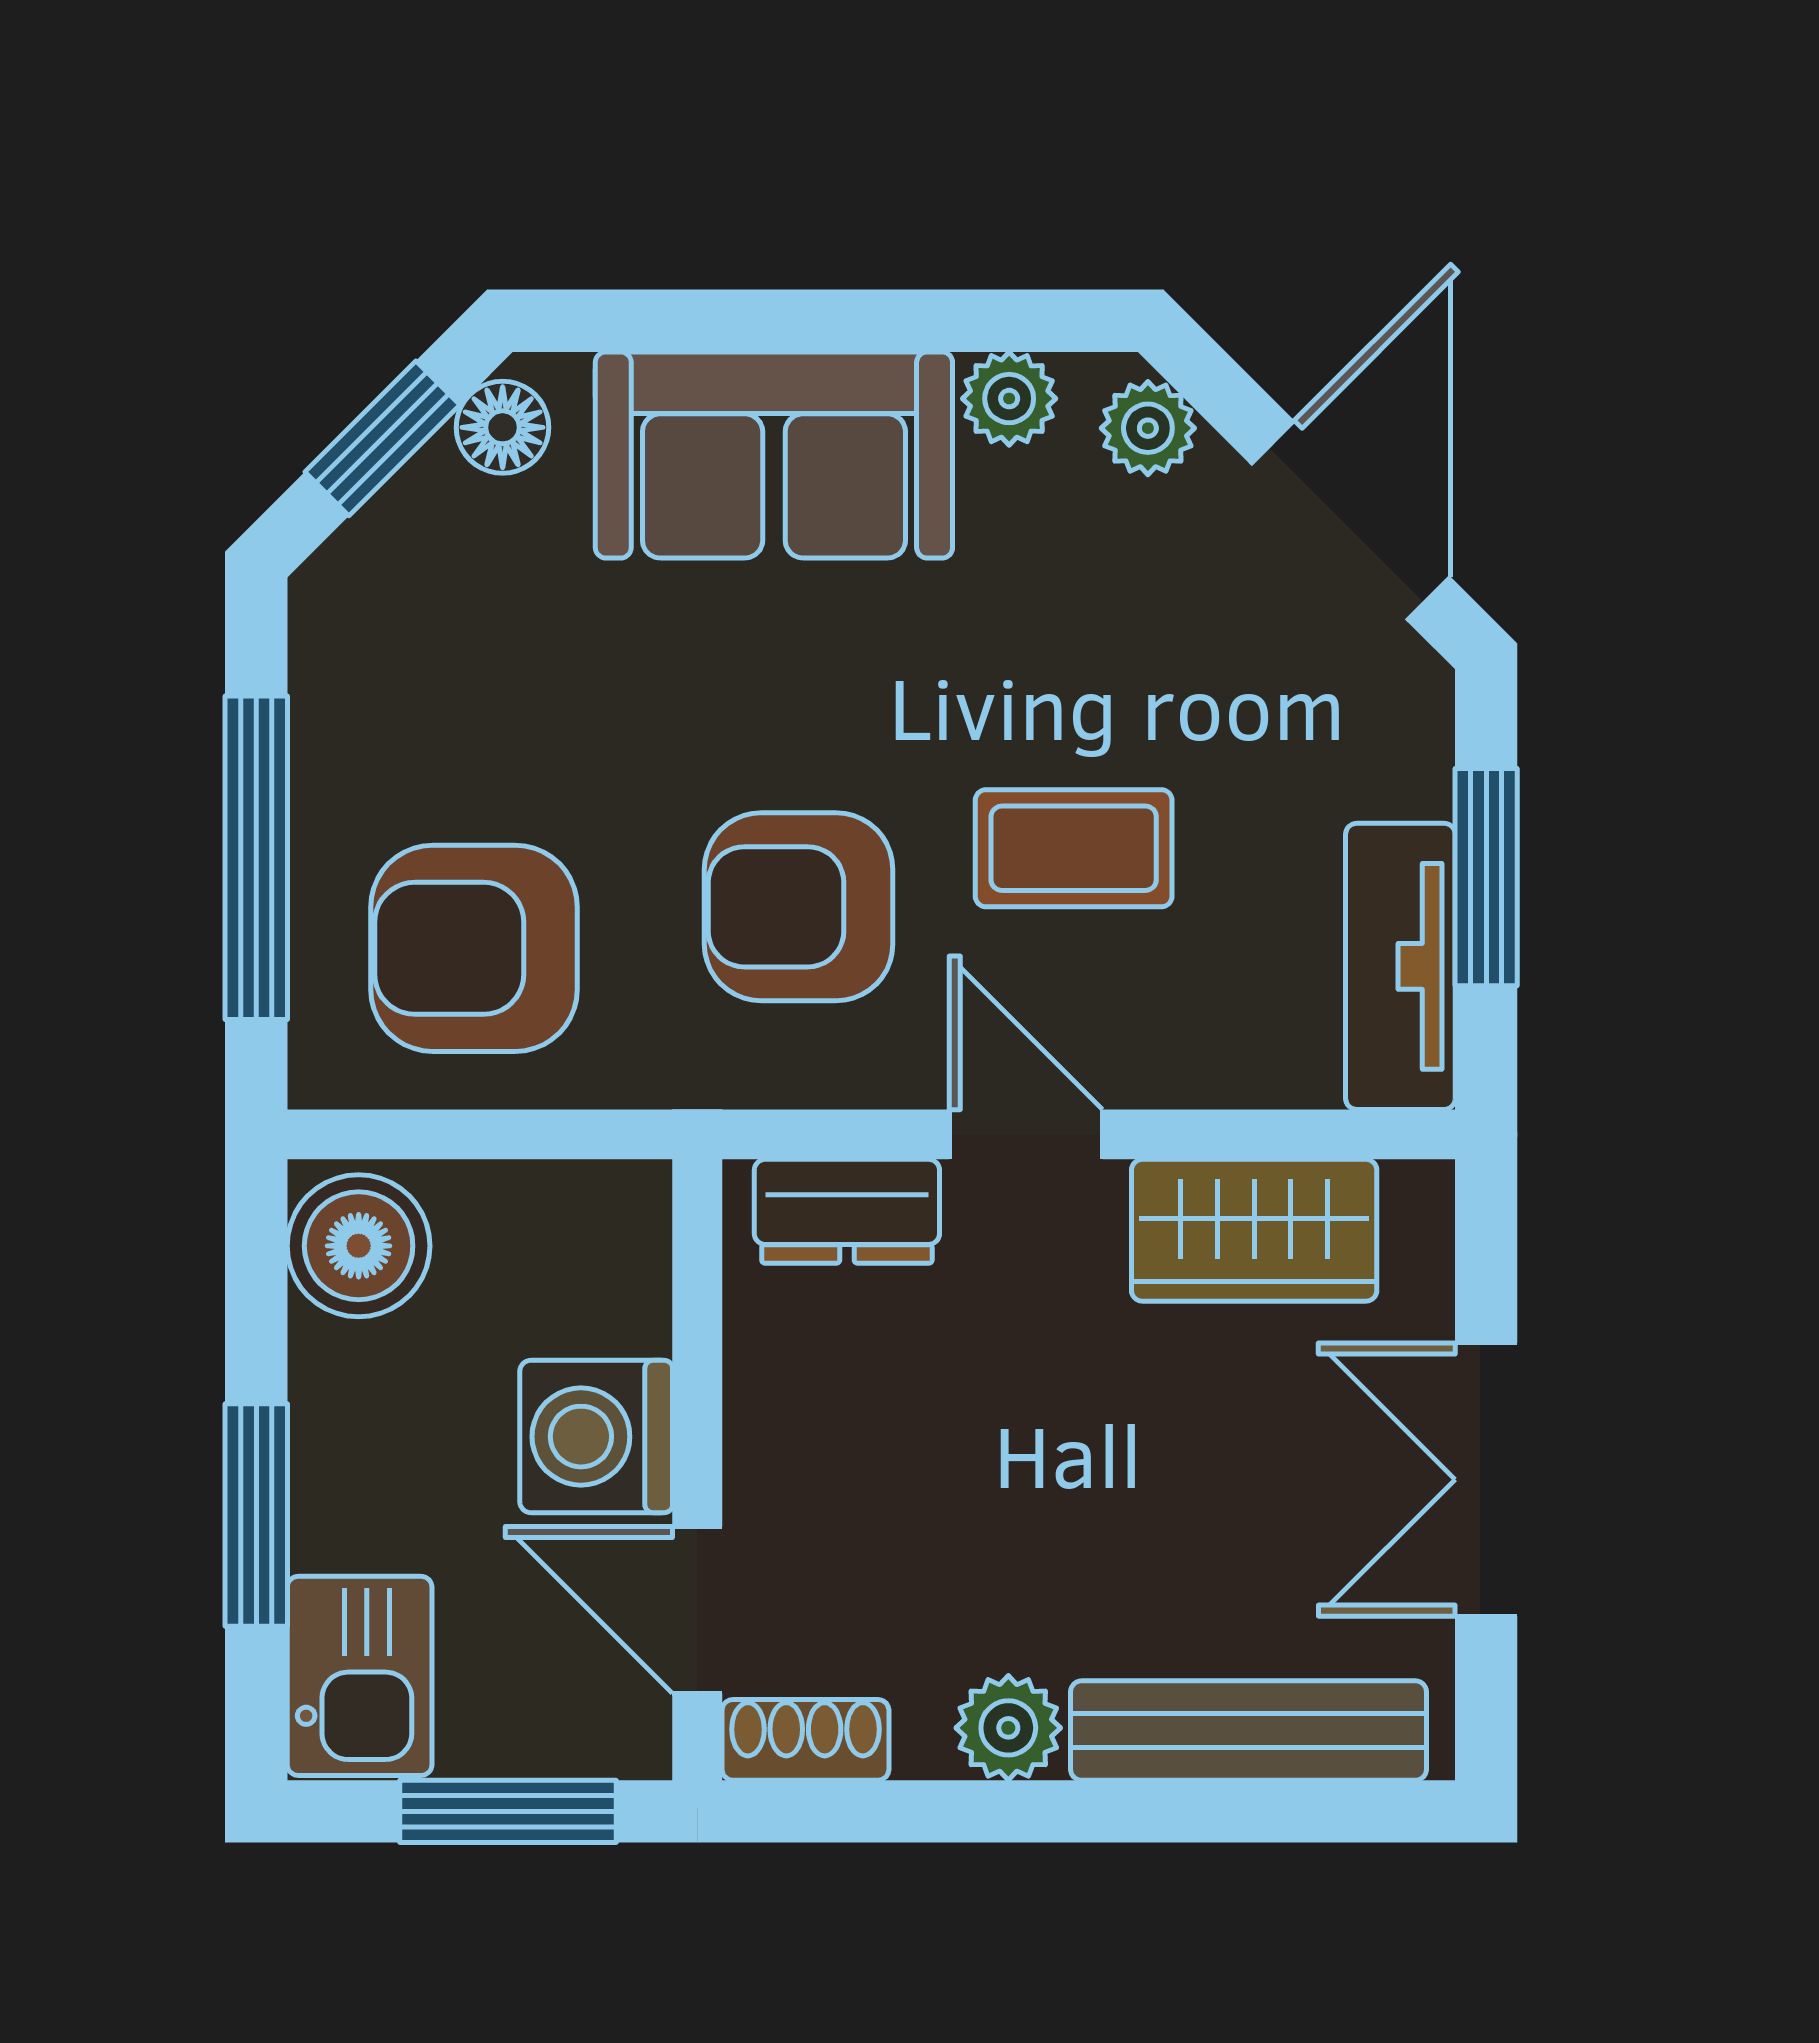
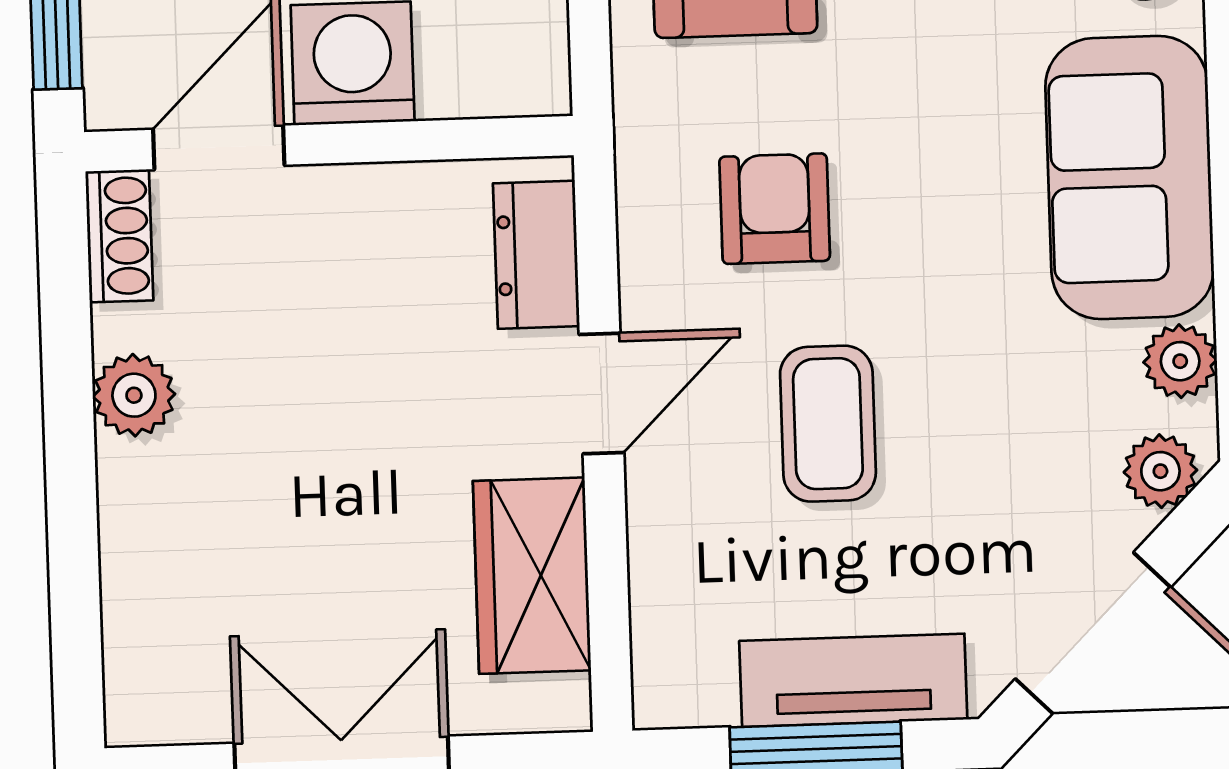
armchair: (799, 907) -> (775, 209), width x0.72, depth x0.72
tv unit: (1400, 966) -> (853, 680), moved
bench: (1248, 1731) -> (138, 584), removed

